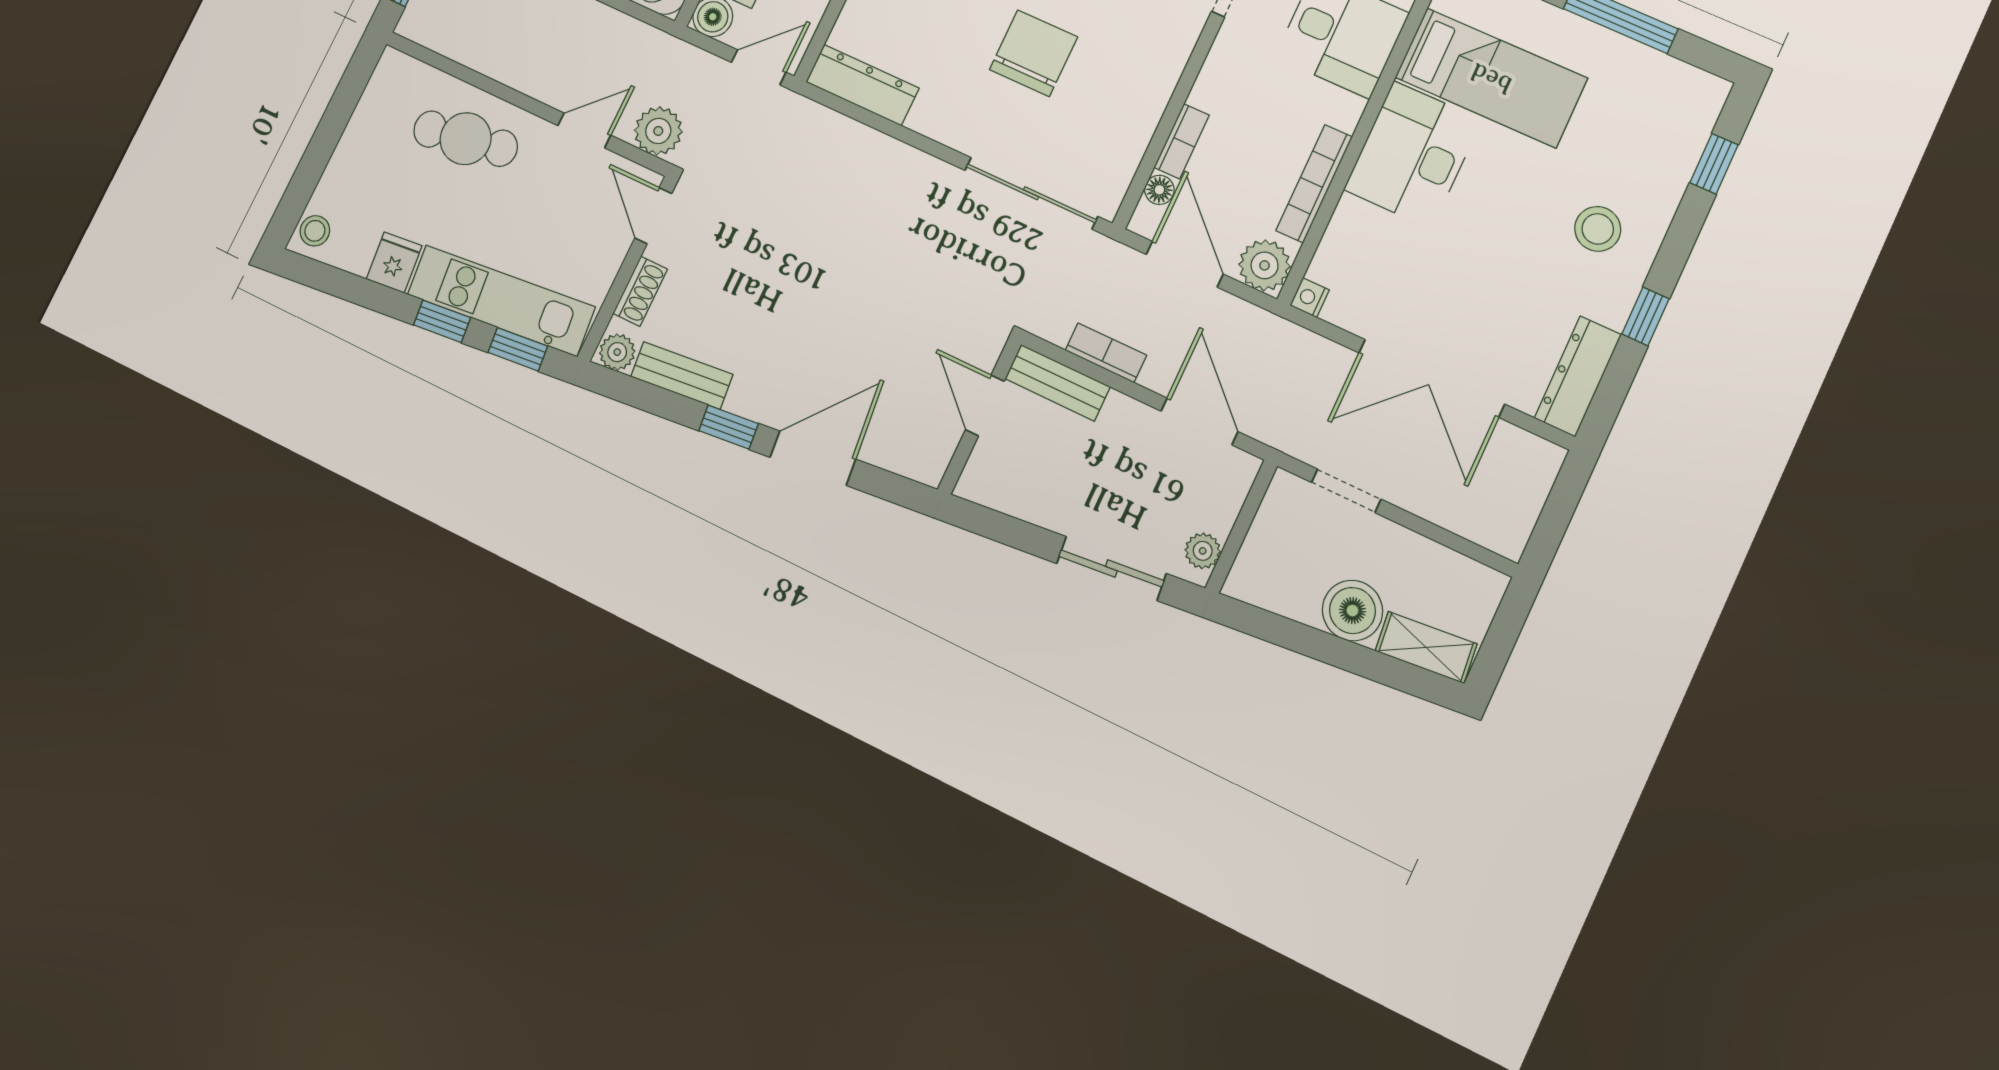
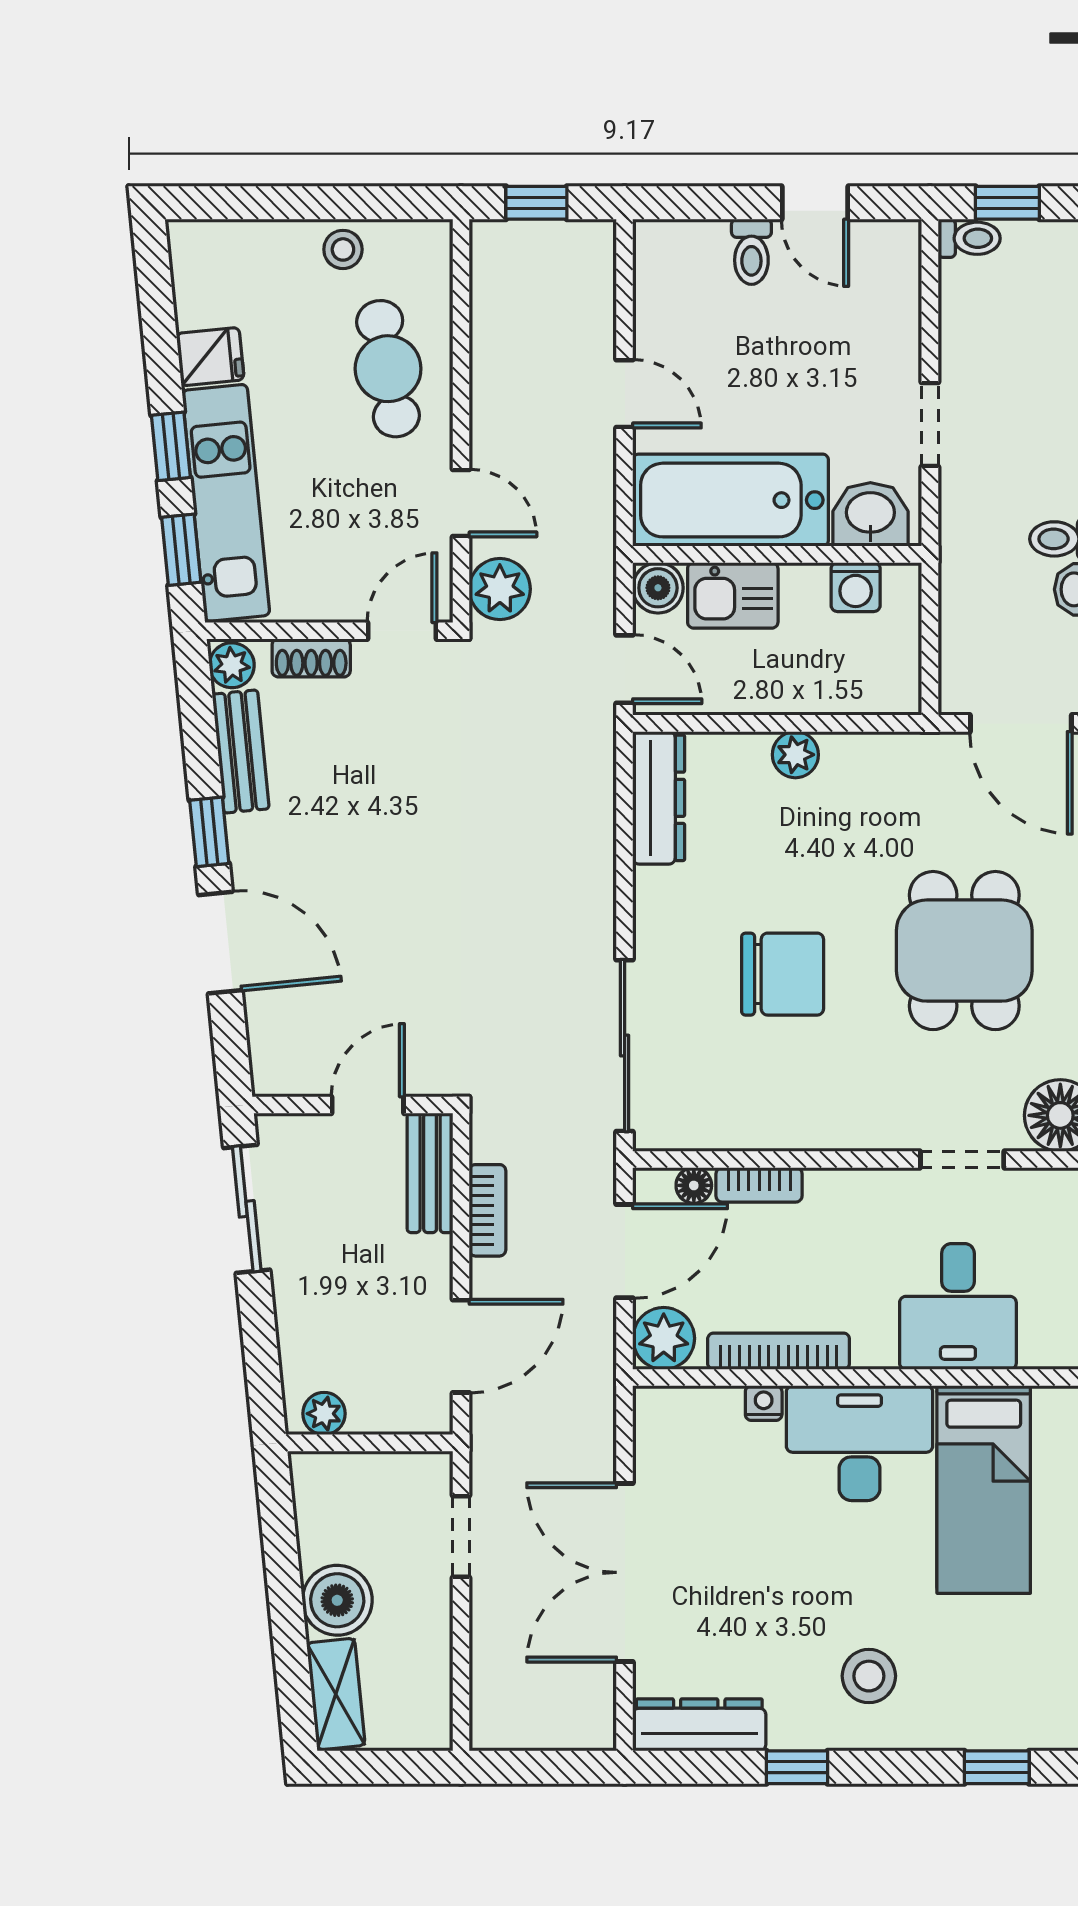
stool: (315, 231) -> (343, 249), moved
nightstand: (1310, 298) -> (764, 1403), moved
sliding door: (1111, 568) -> (247, 1209), moved

